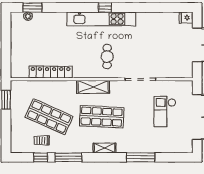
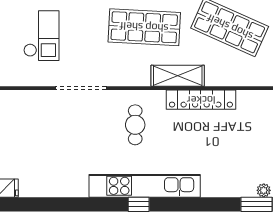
locker: (51, 72) -> (201, 100), moved
shelving: (93, 87) -> (178, 76), moved

